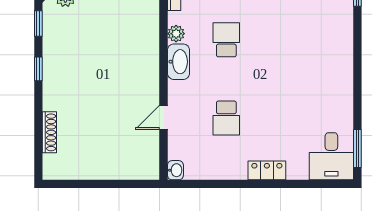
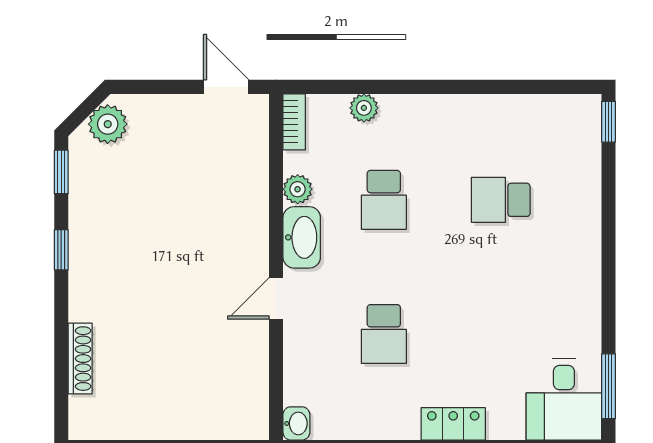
school desk: (226, 40) -> (384, 200), turned 180
school desk: (295, 40) -> (501, 200), added
door: (164, 117) -> (276, 298), moved

